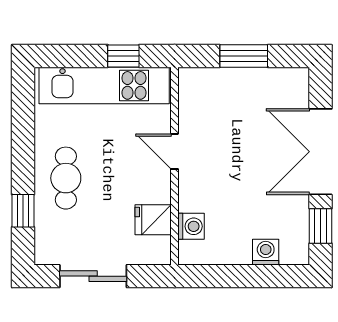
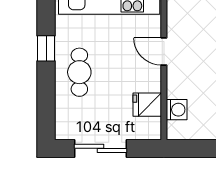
window: (23, 211) -> (46, 48), moved

